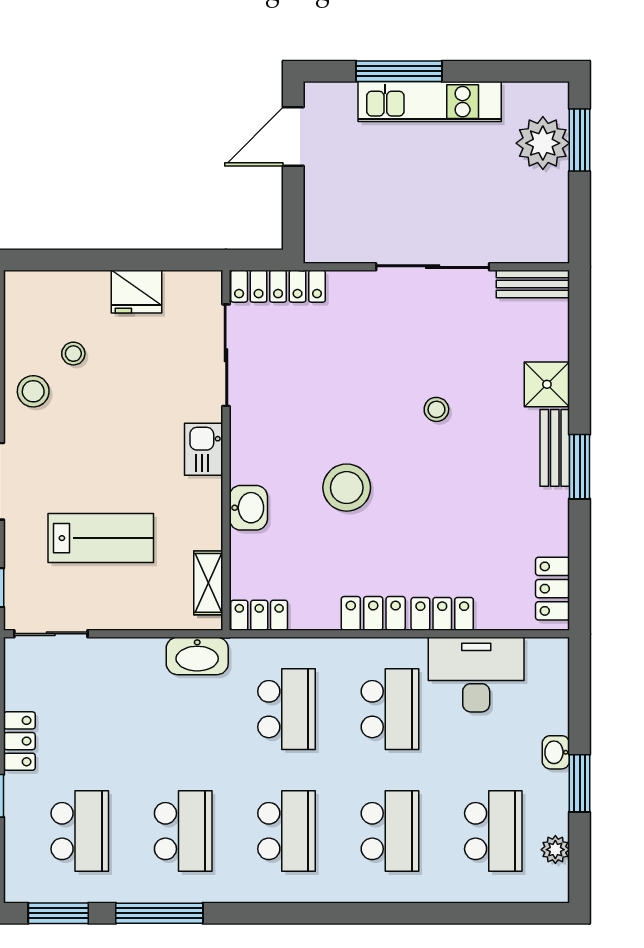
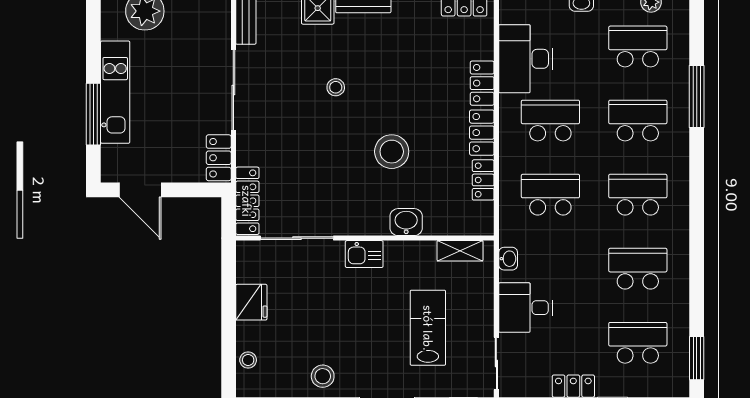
locker: (338, 246) -> (219, 158), added
stool: (73, 354) -> (248, 360), moved
locker: (259, 615) -> (483, 180), moved
washbasin: (197, 656) -> (508, 259), width x0.52, depth x0.69
desk: (129, 675) -> (526, 308), added
window: (159, 913) -> (697, 97), moved

